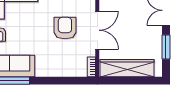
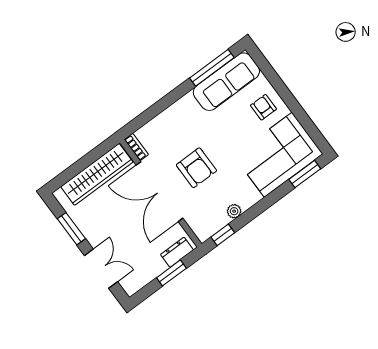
double door: (97, 30) -> (160, 192), width x1.36

